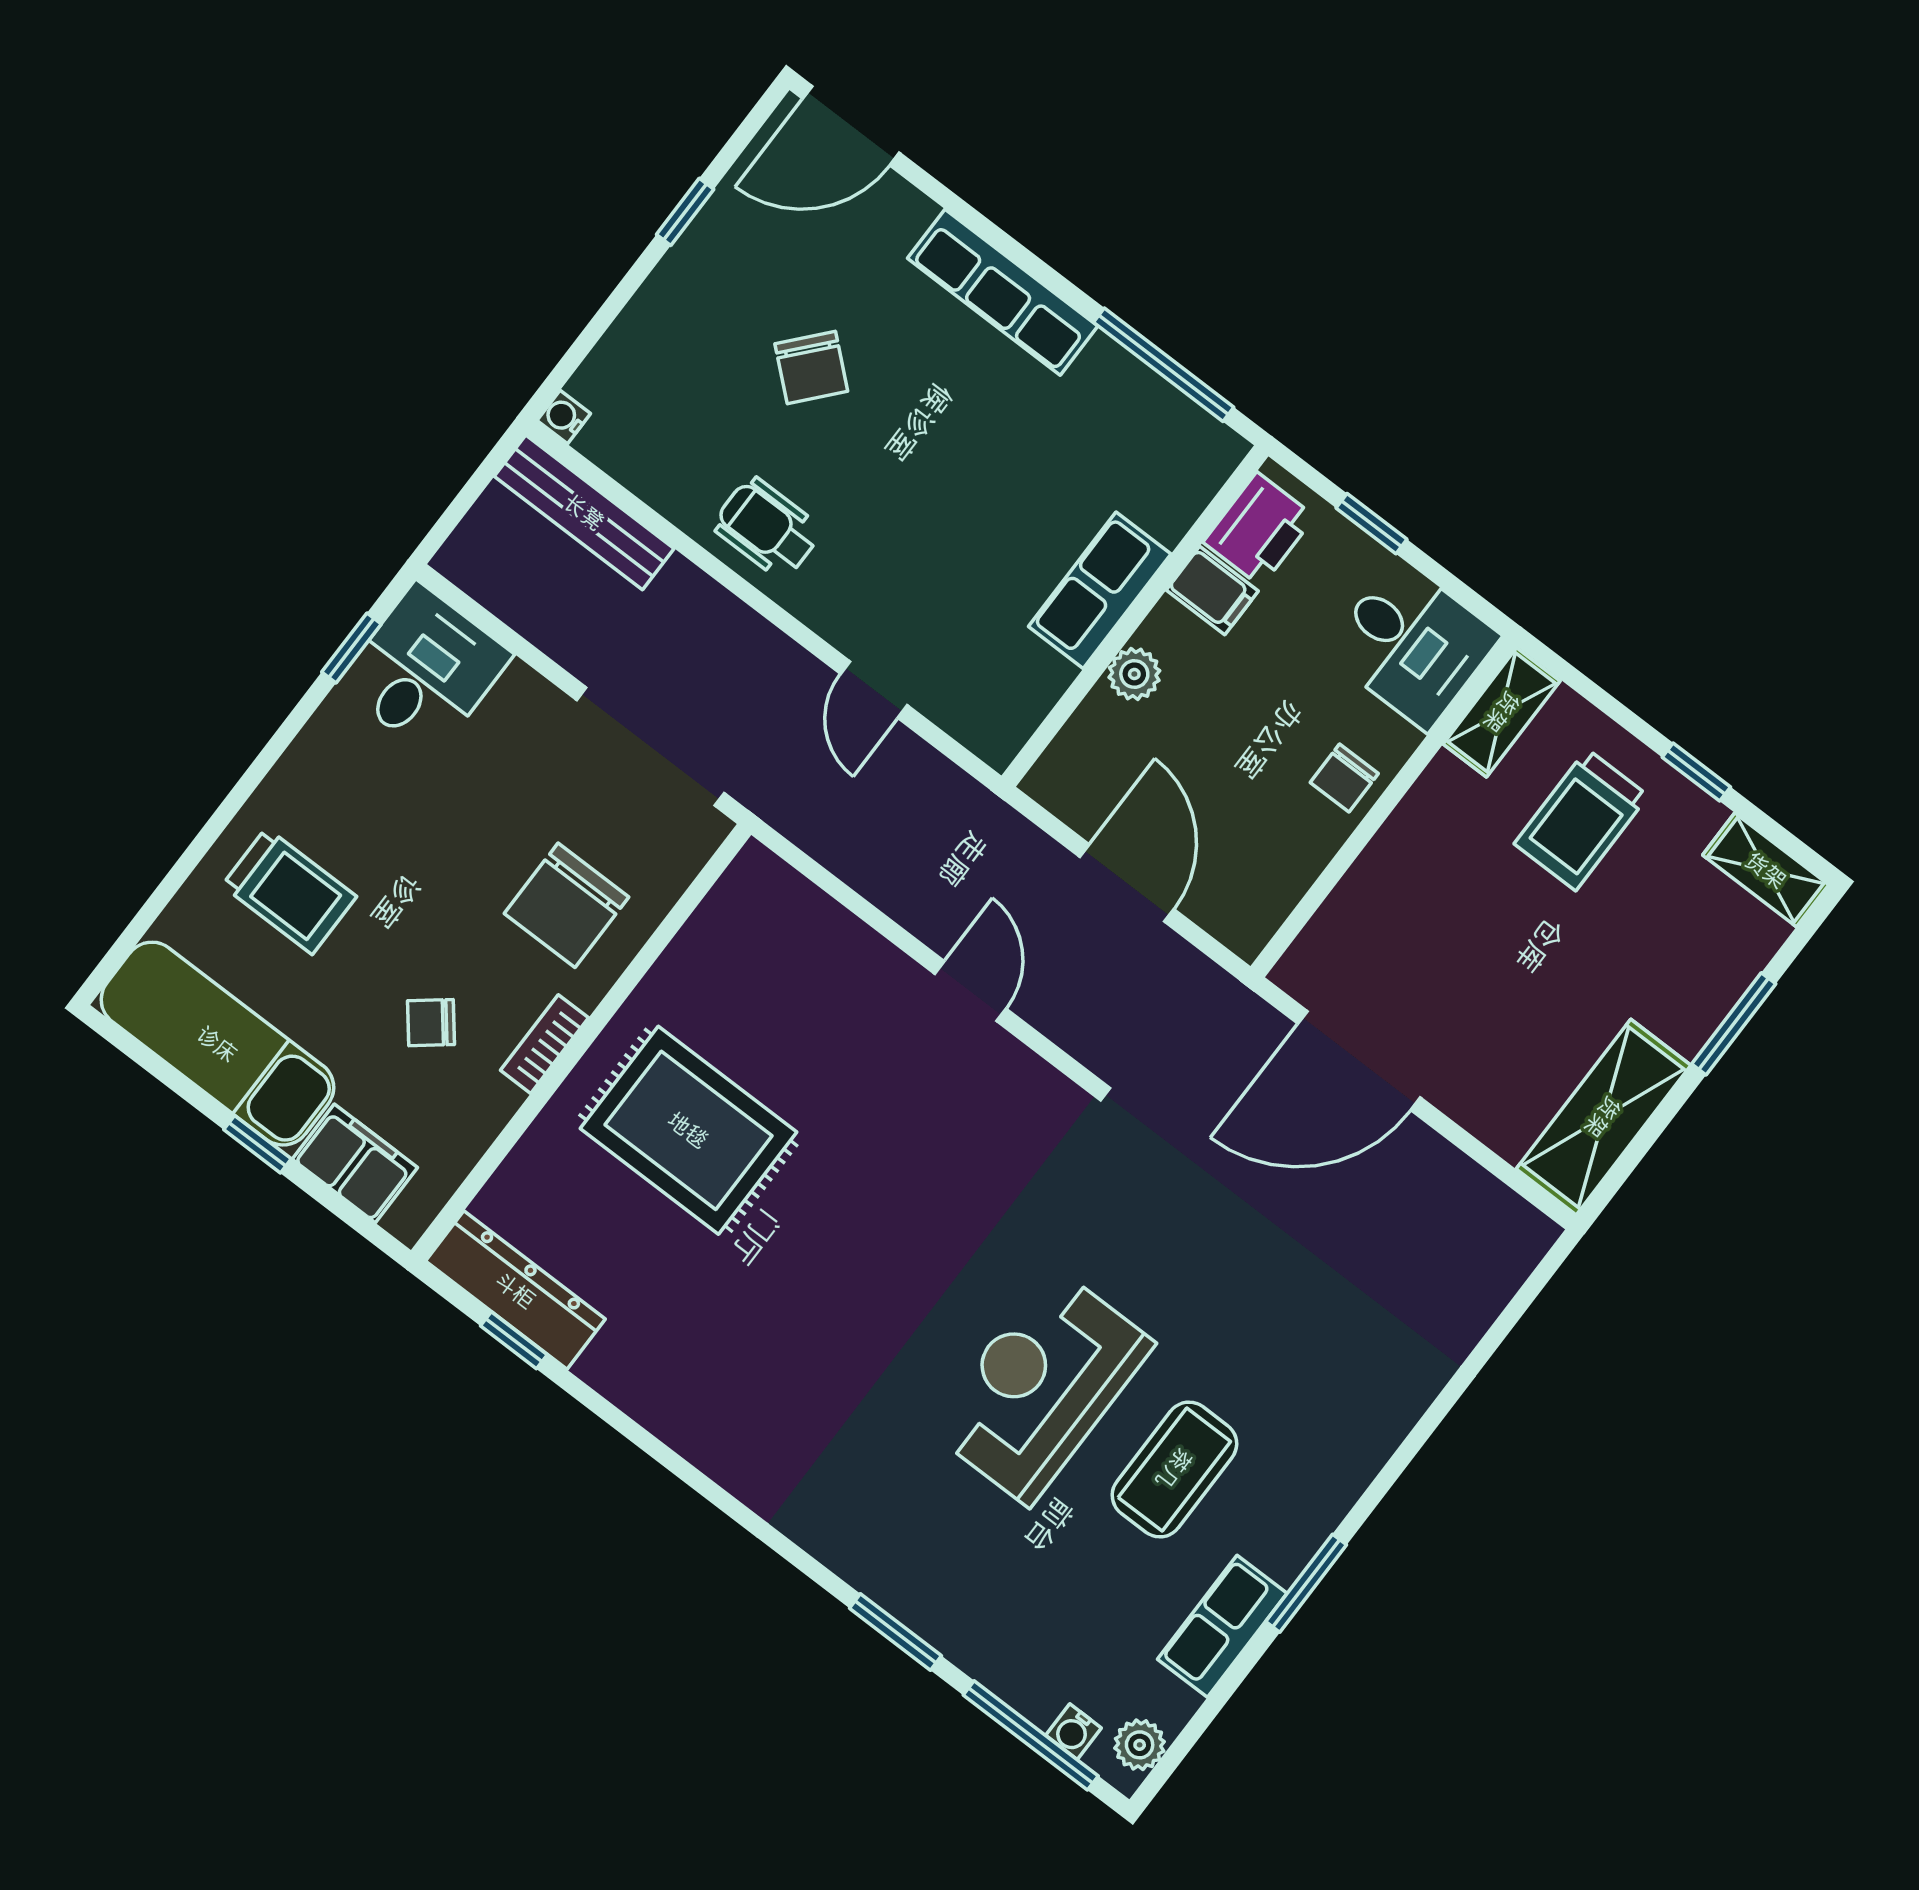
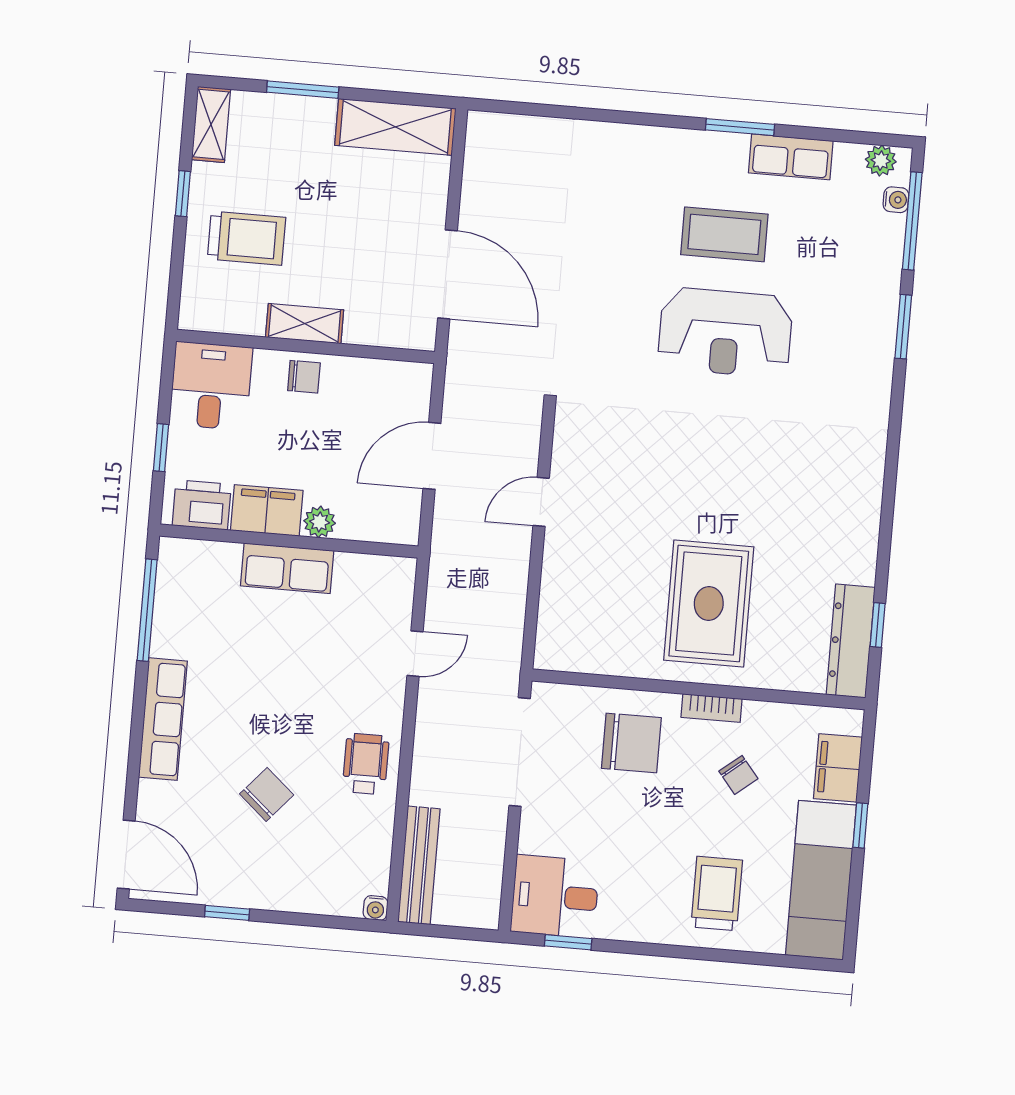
wheelchair: (767, 528) -> (366, 764), turned 180
filing cabinet: (1212, 591) -> (267, 510), width x2.00
shelving: (1502, 712) -> (305, 324), moved

